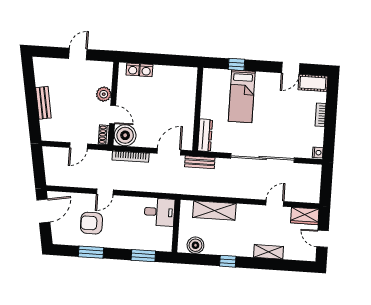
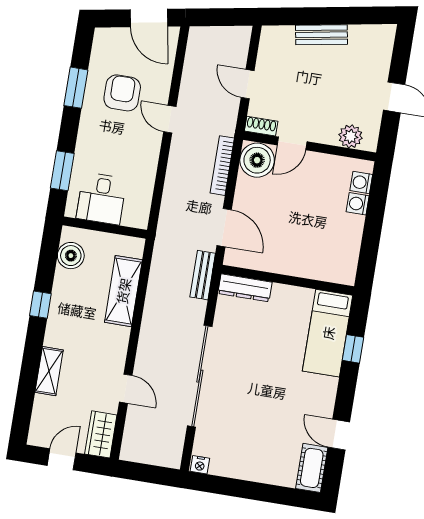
plant: (104, 94) -> (350, 136), moved
bed: (242, 96) -> (328, 333), moved, turned -90
bookcase: (321, 115) -> (260, 475), removed
desk: (159, 212) -> (101, 199), moved

